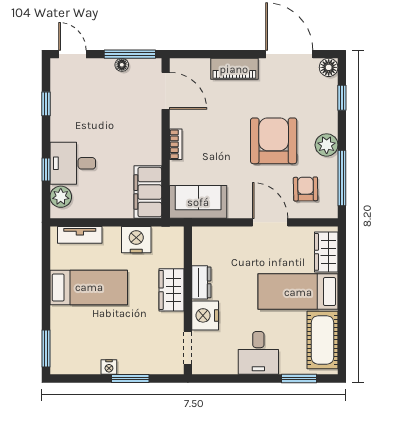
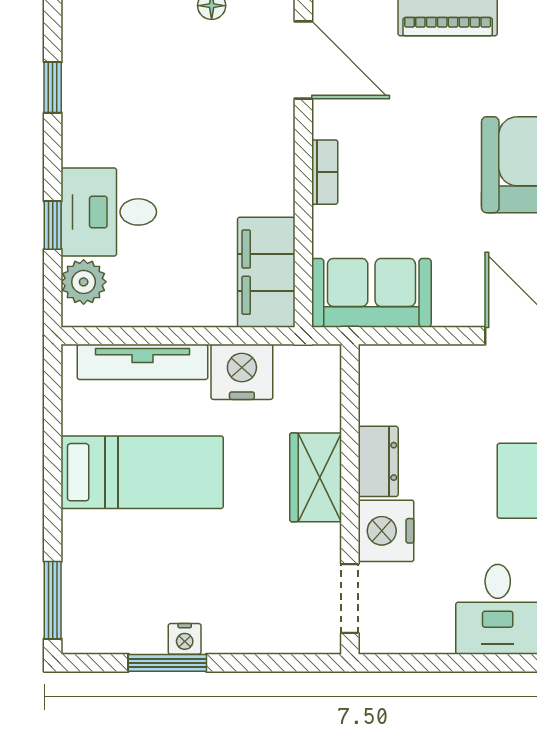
tv unit: (80, 235) -> (142, 362), width x1.41
window: (130, 378) -> (167, 663), moved

